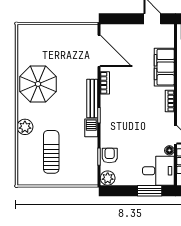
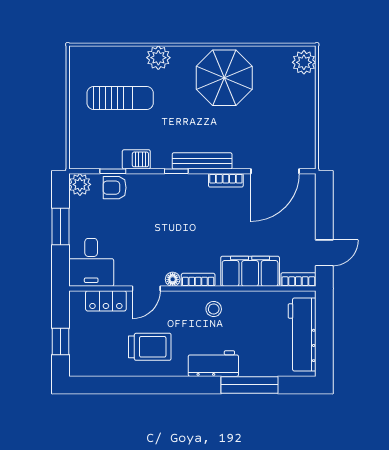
plant: (28, 32) -> (304, 62), added
bookcase: (170, 36) -> (298, 280), added
barbecue: (91, 128) -> (136, 159), moved
floor lamp: (169, 150) -> (173, 279), moved
armchair: (110, 155) -> (115, 188), turned 180
window: (150, 191) -> (60, 227), moved

